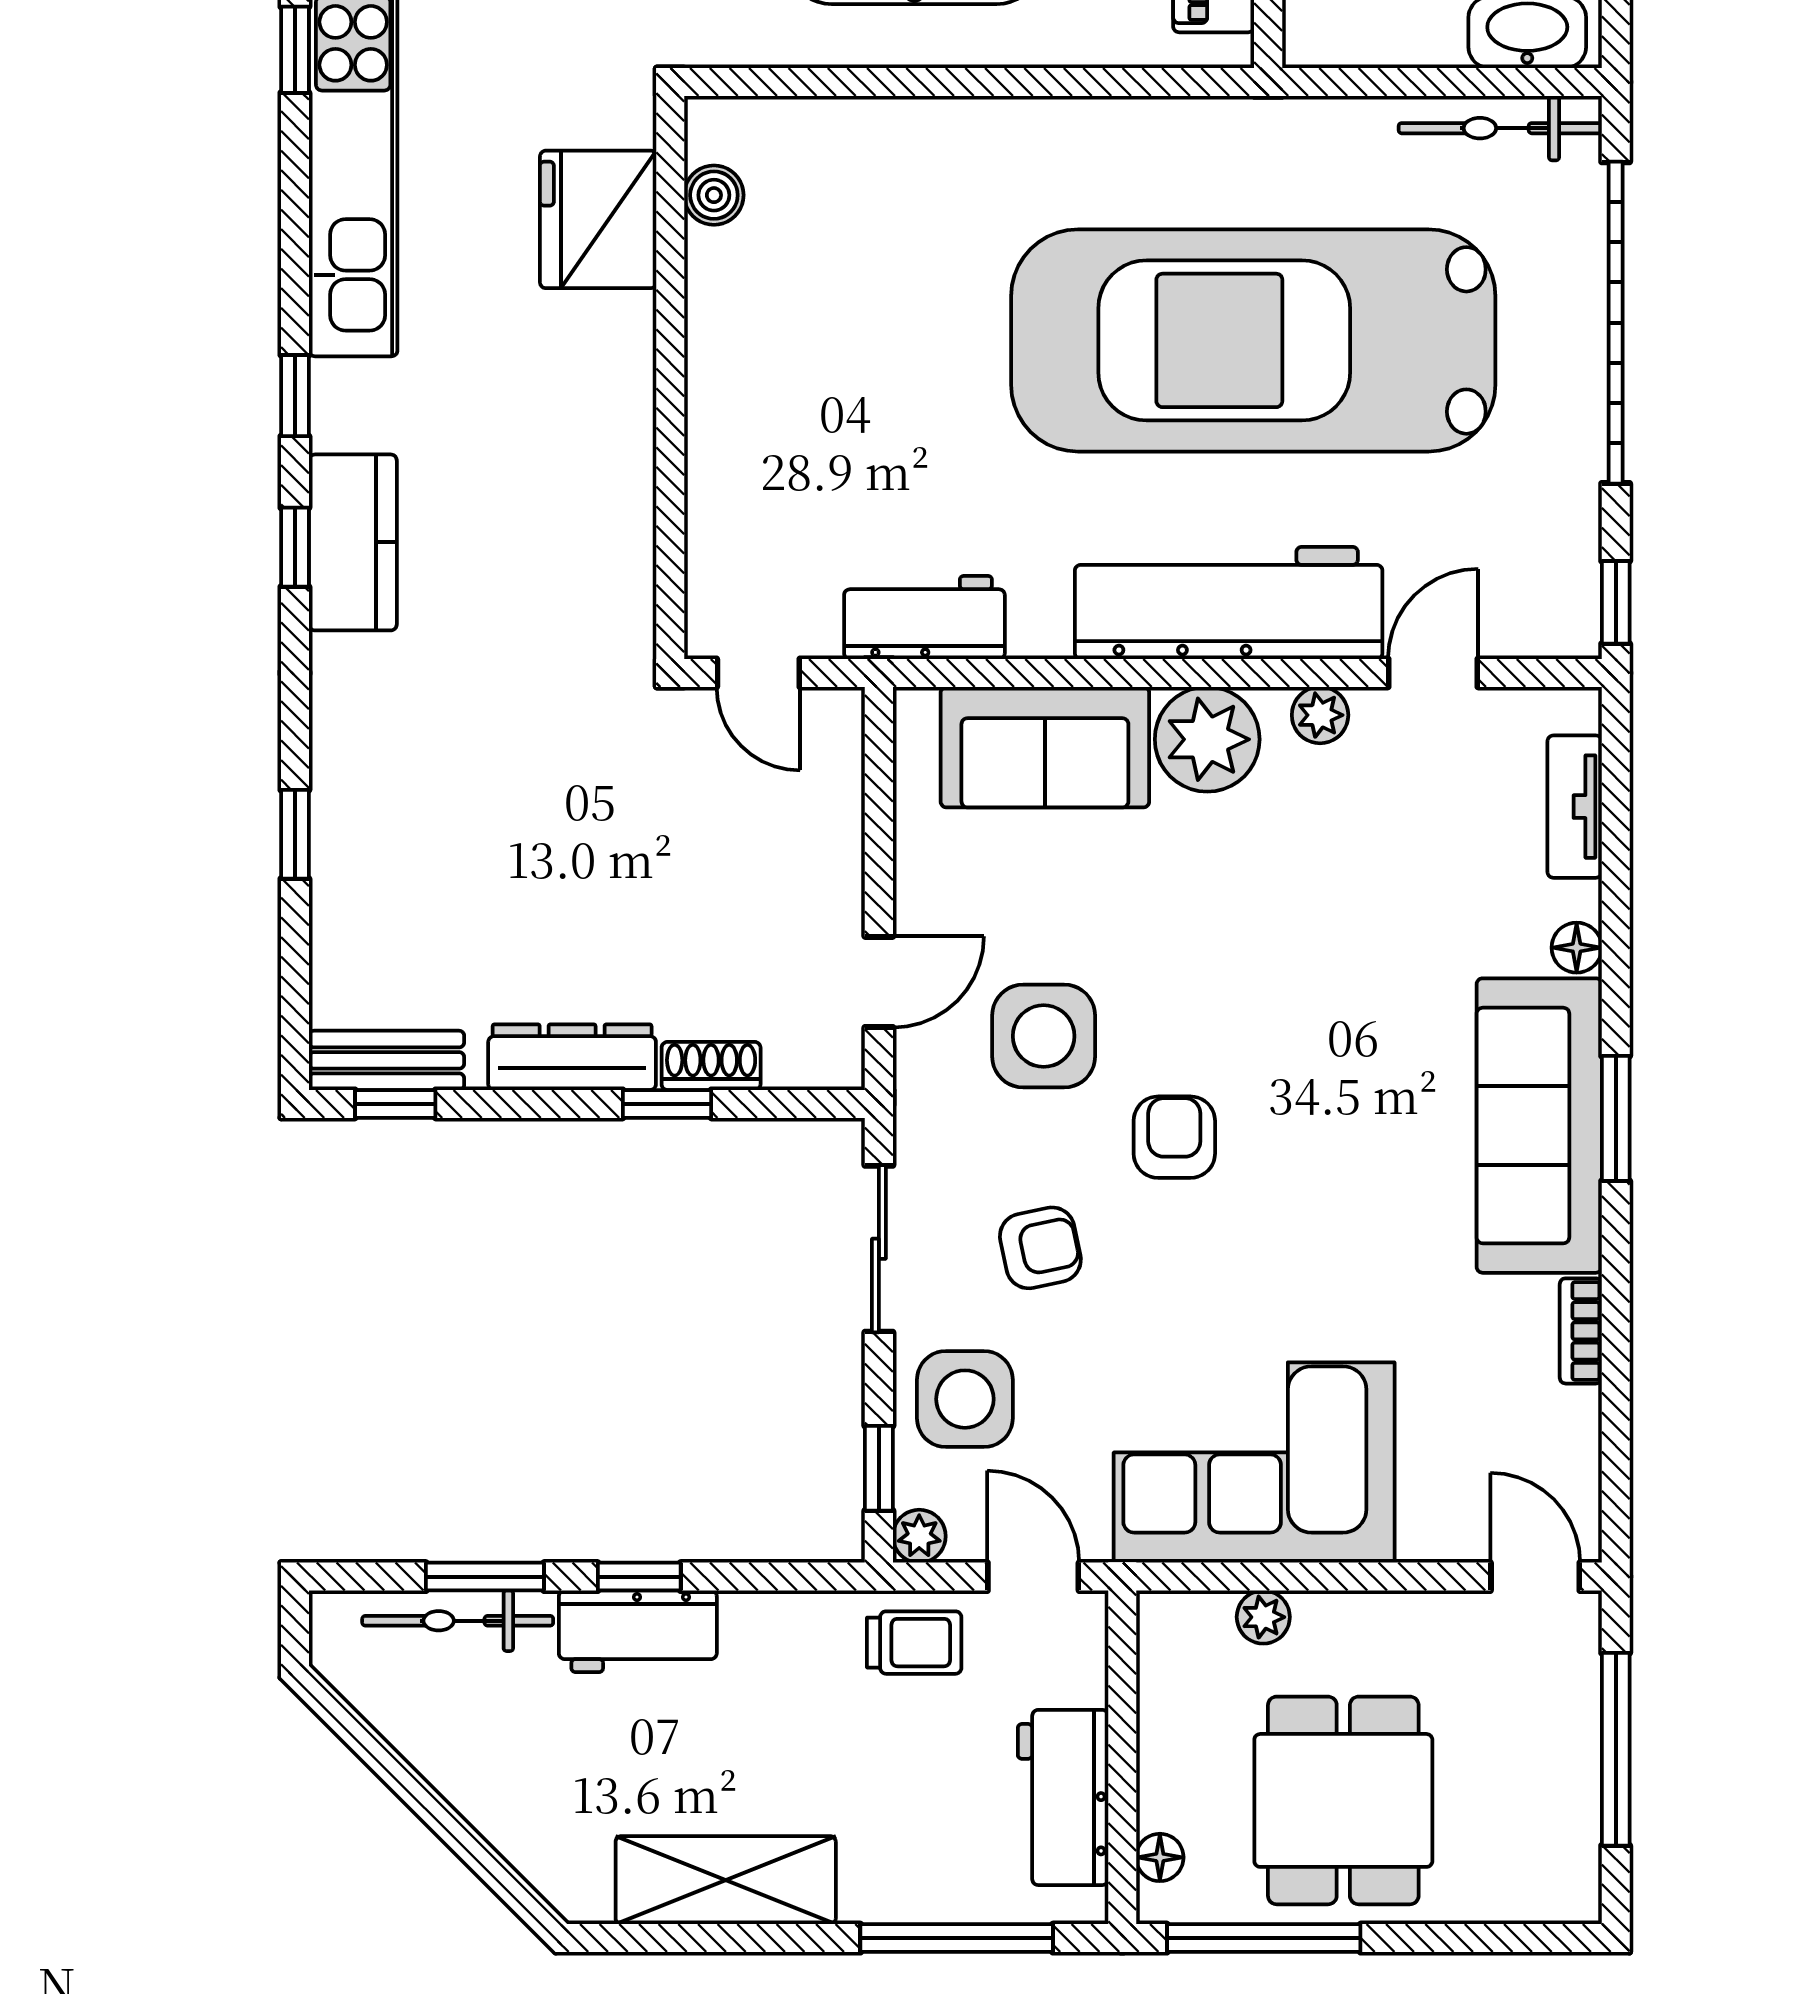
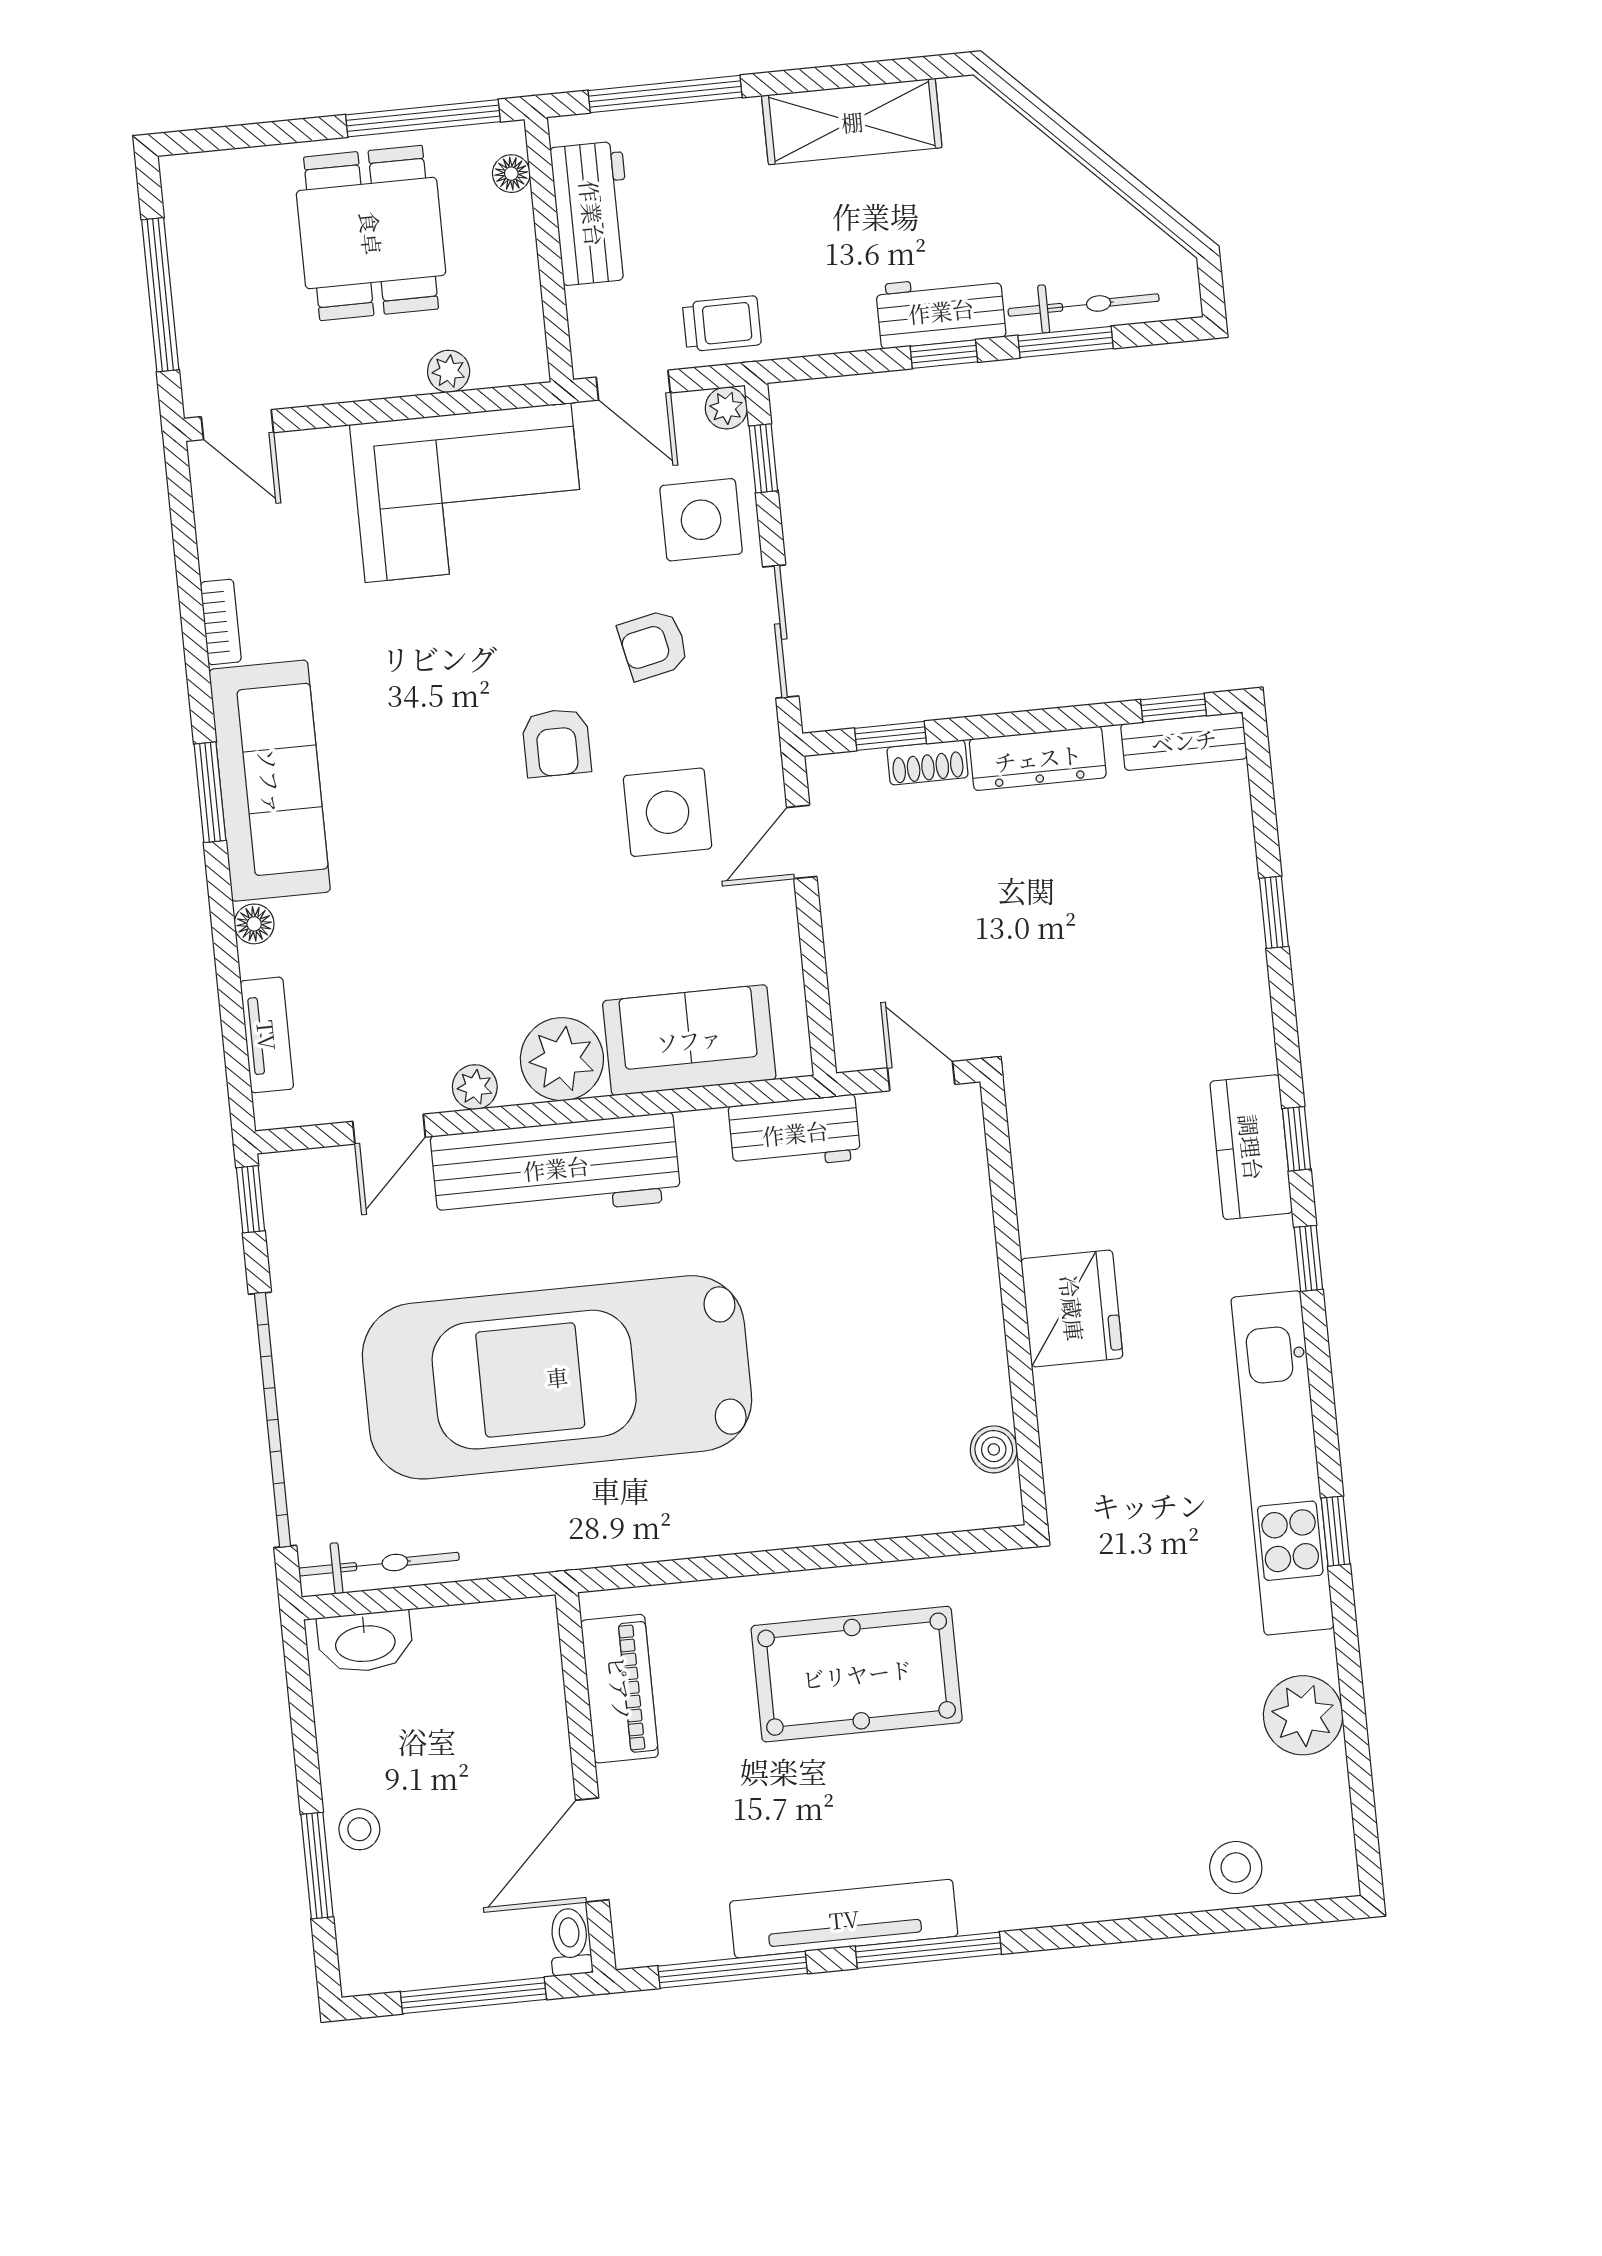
fridge: (598, 219) -> (1072, 1308), moved
car: (1253, 340) -> (557, 1377), turned 180
window: (667, 1104) -> (891, 736), moved
trolley: (914, 1643) -> (722, 324), turned 180

